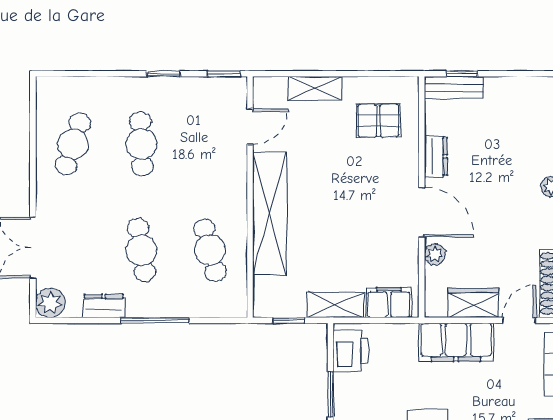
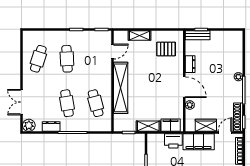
printer: (350, 350) -> (173, 141), moved, turned 90

